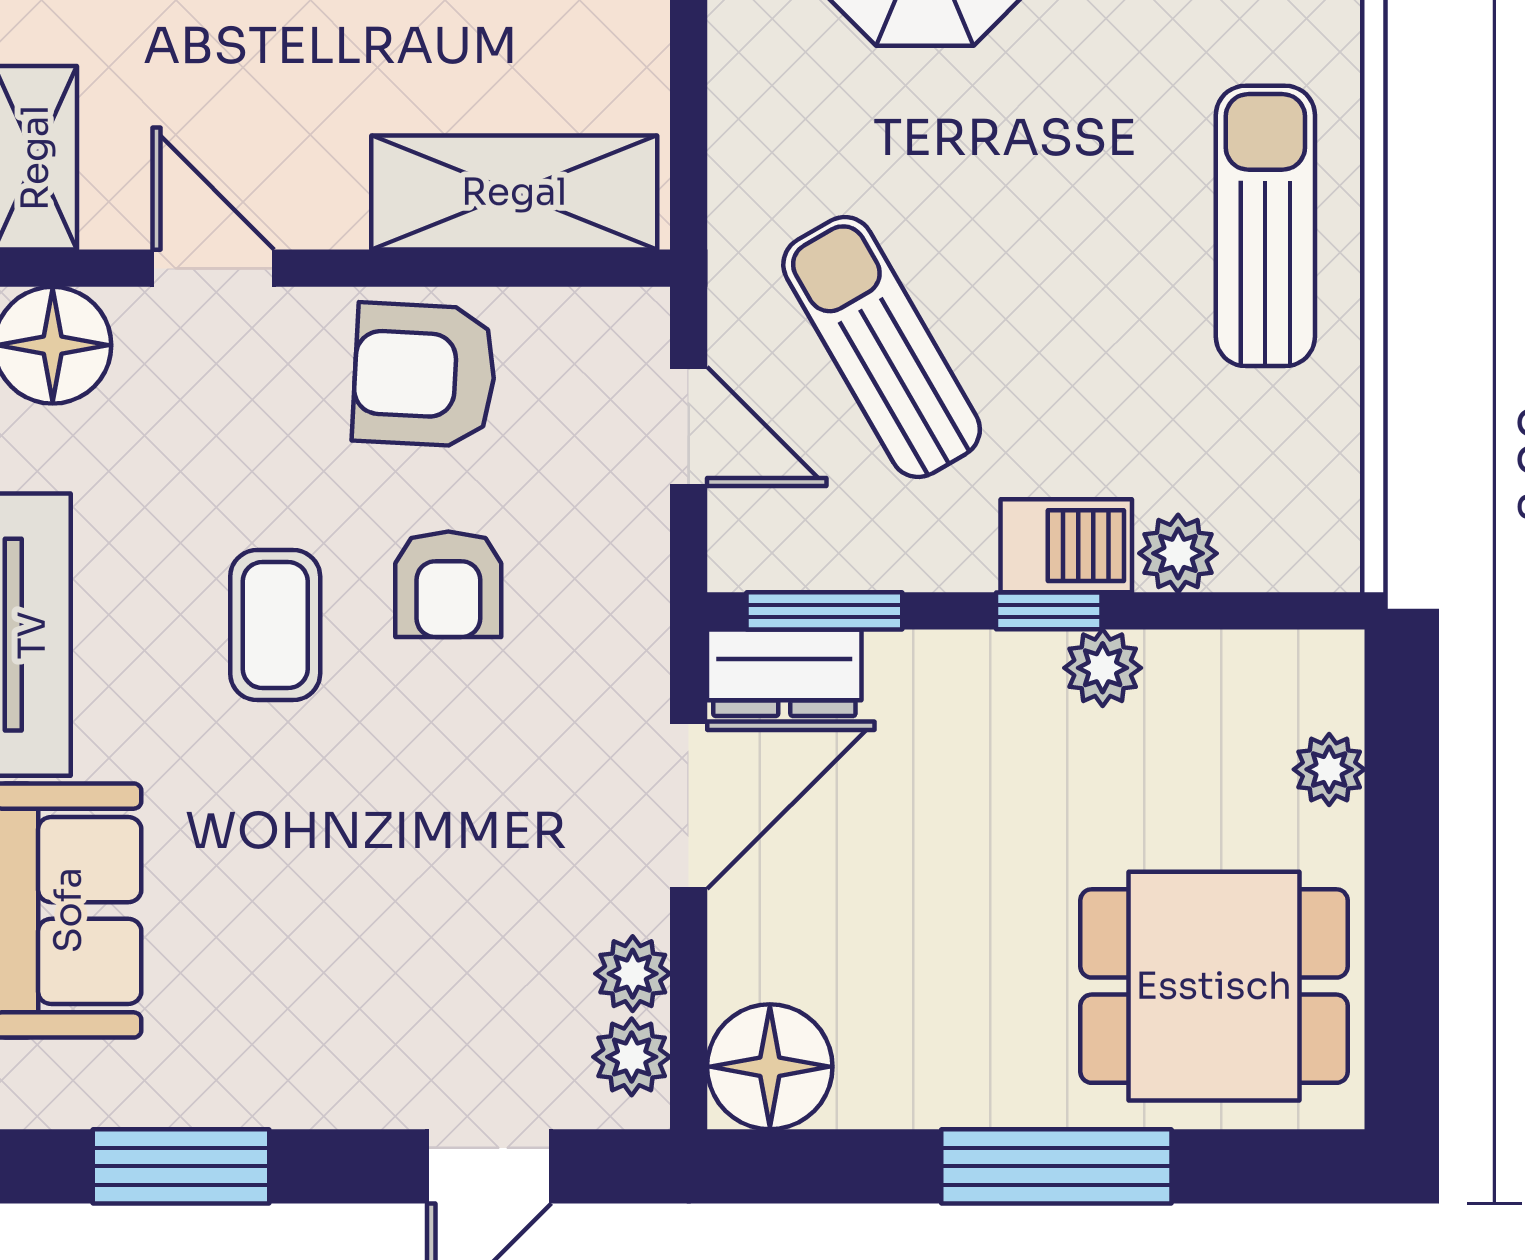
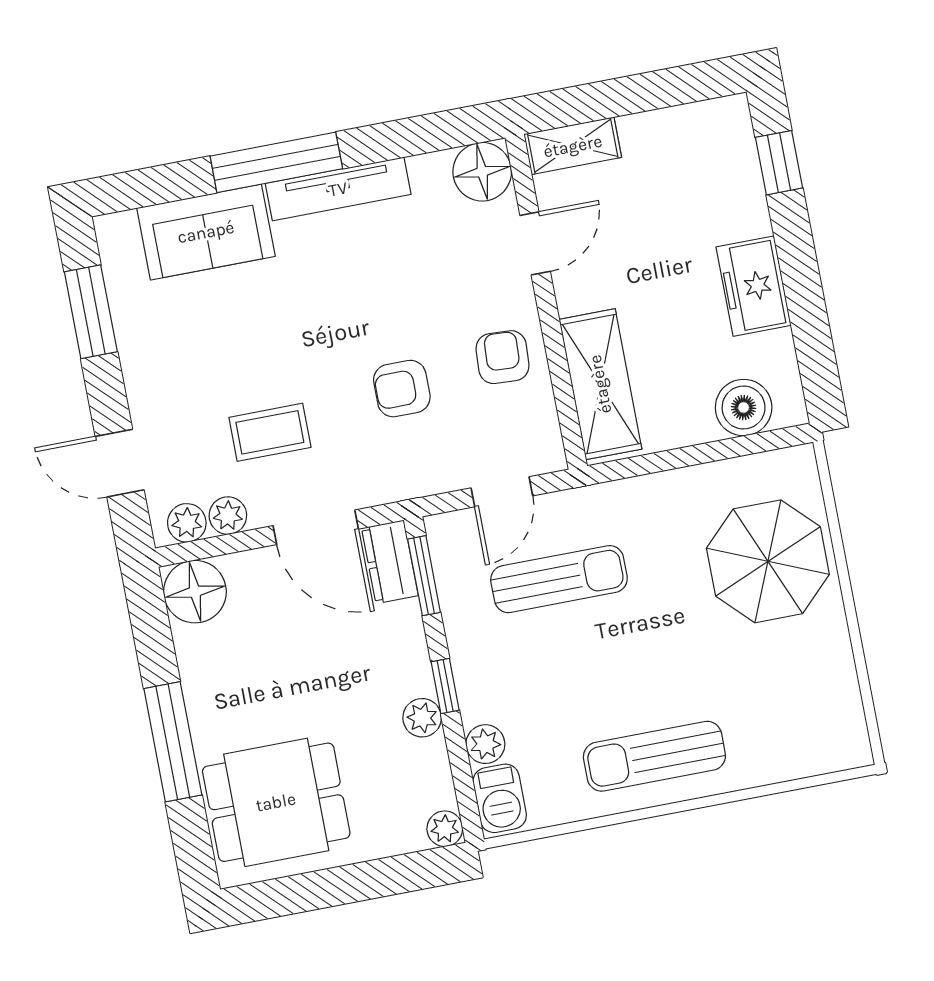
sun lounger: (1265, 226) -> (654, 756), turned 180
sun lounger: (882, 347) -> (559, 579), turned 30
armchair: (424, 375) -> (502, 357), width x0.72, depth x0.72
barbecue: (1066, 546) -> (500, 798), moved
coffee table: (275, 625) -> (270, 432), moved
plant: (1329, 769) -> (445, 829), moved
dining table: (1214, 986) -> (276, 802), turned 90

